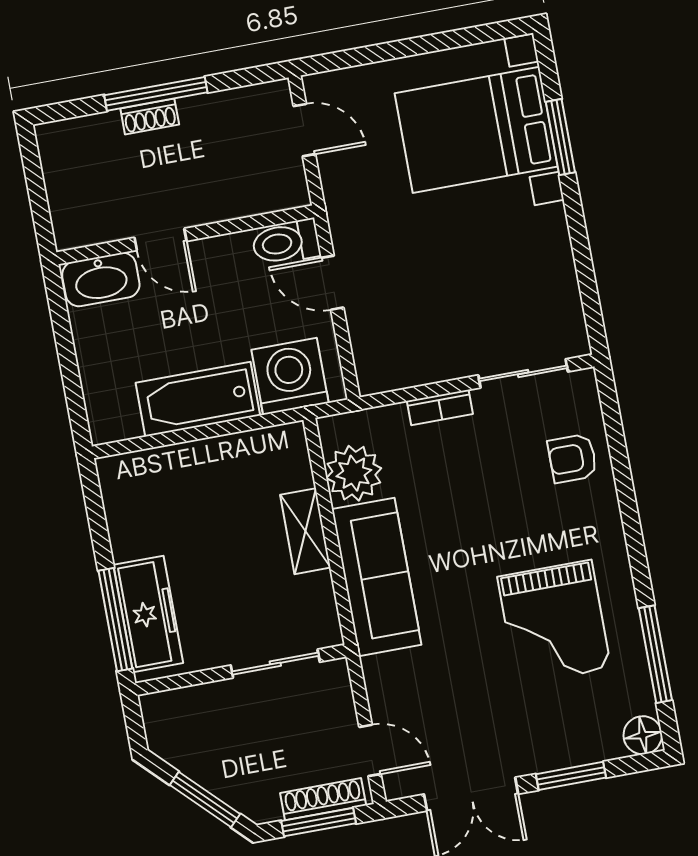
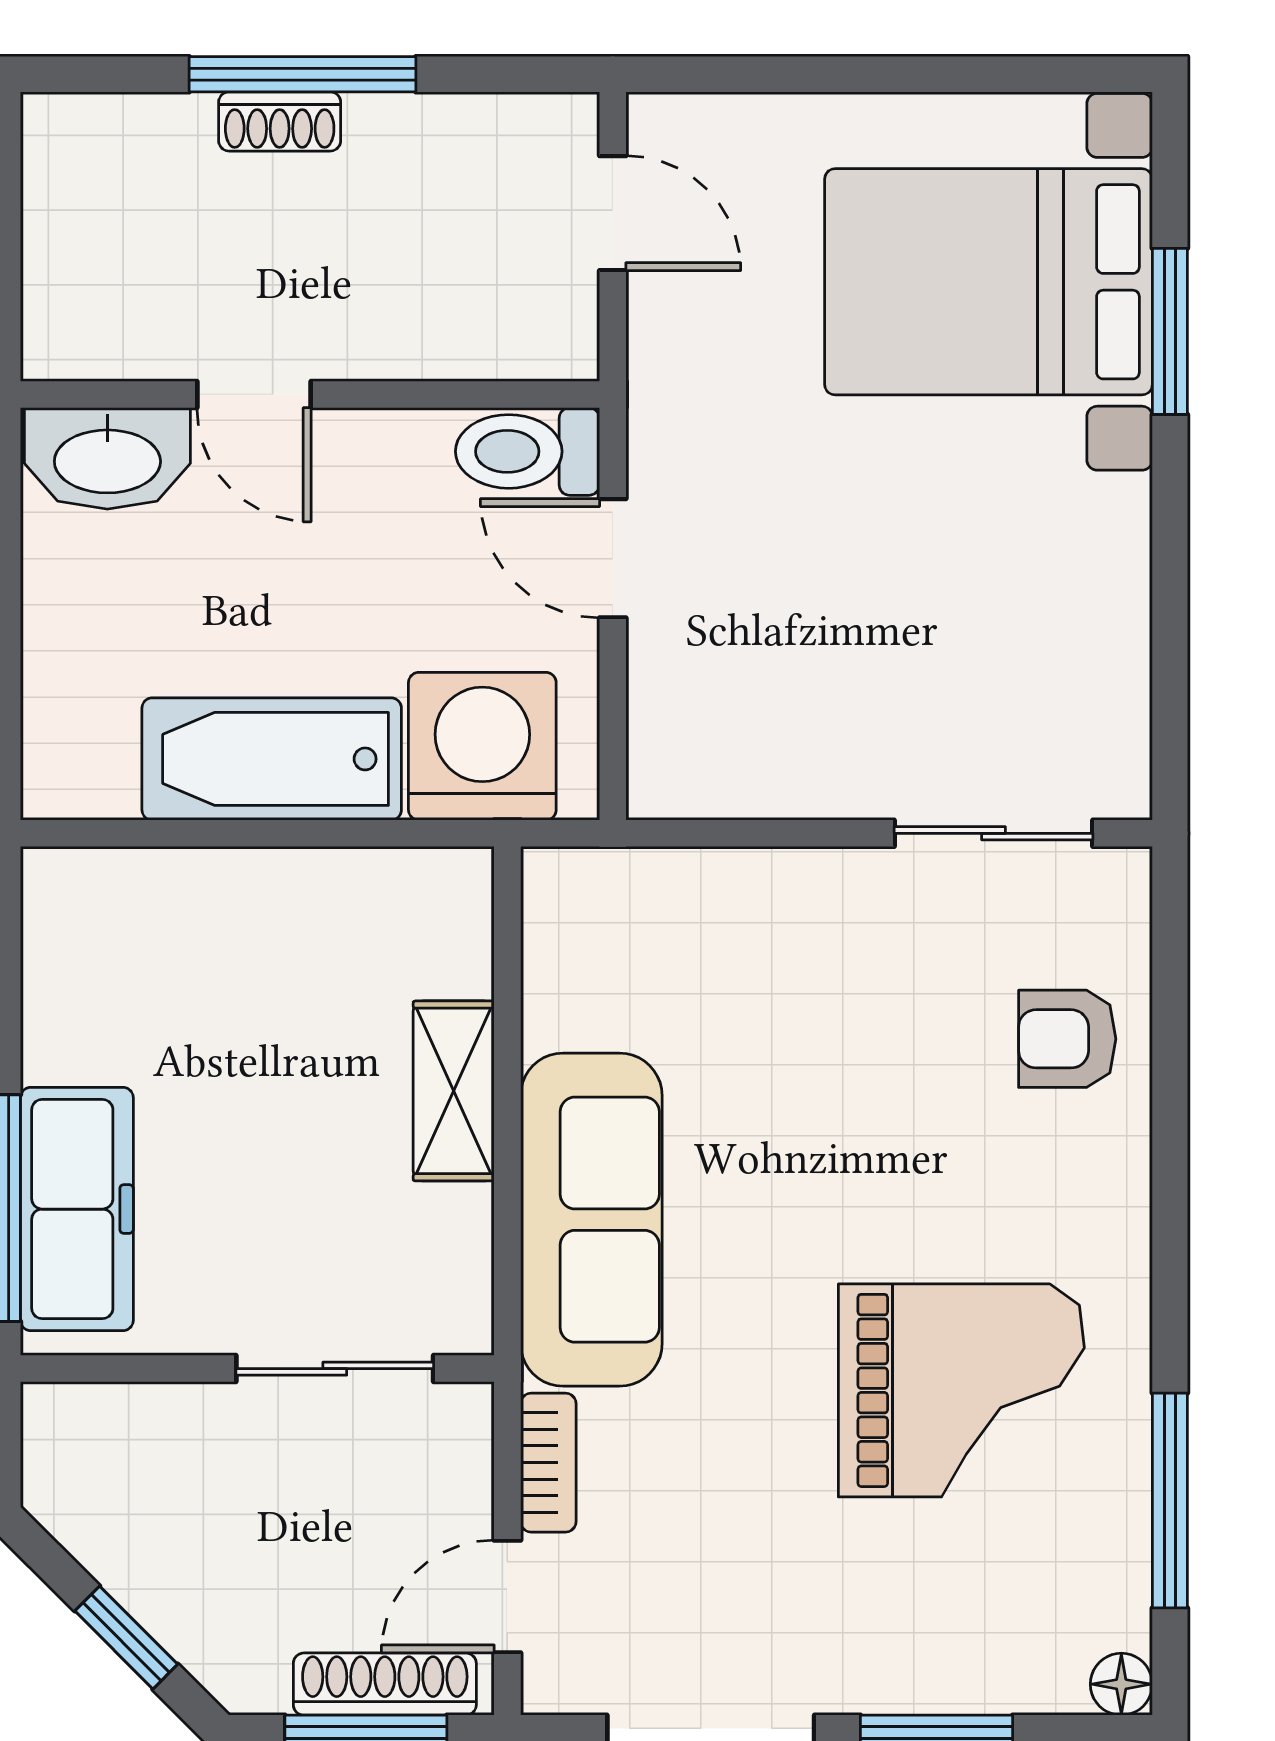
bookcase: (440, 407) -> (548, 1463), moved, turned -90
plant: (354, 473) -> (583, 984), removed
grand piano: (554, 622) -> (961, 1390), turned -90
floor lamp: (643, 735) -> (1121, 1684), width x0.73, depth x0.73
door: (370, 750) -> (507, 1597), swing flipped
window: (205, 800) -> (126, 1638), width x0.67

